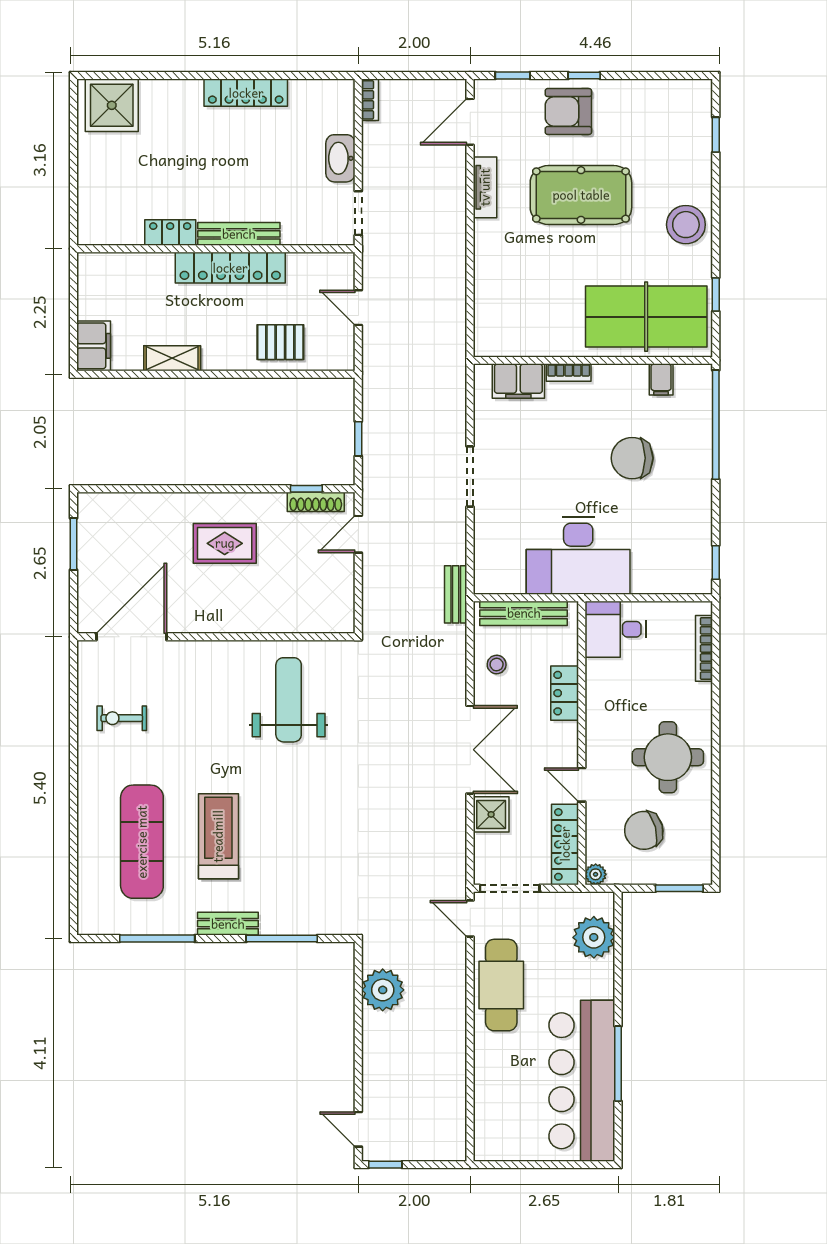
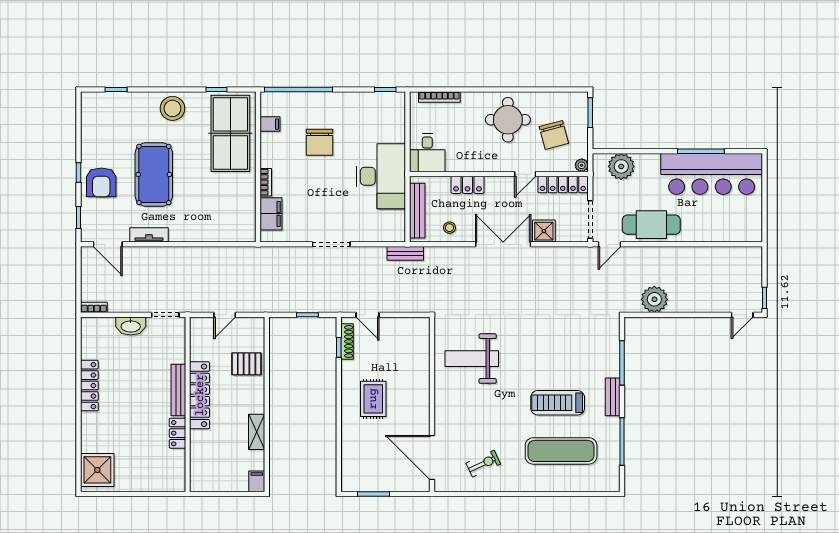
pallet: (280, 342) -> (247, 364), turned 90
filing cabinet: (94, 346) -> (257, 481), width x0.50
exercise bike: (122, 718) -> (483, 464), turned -115

